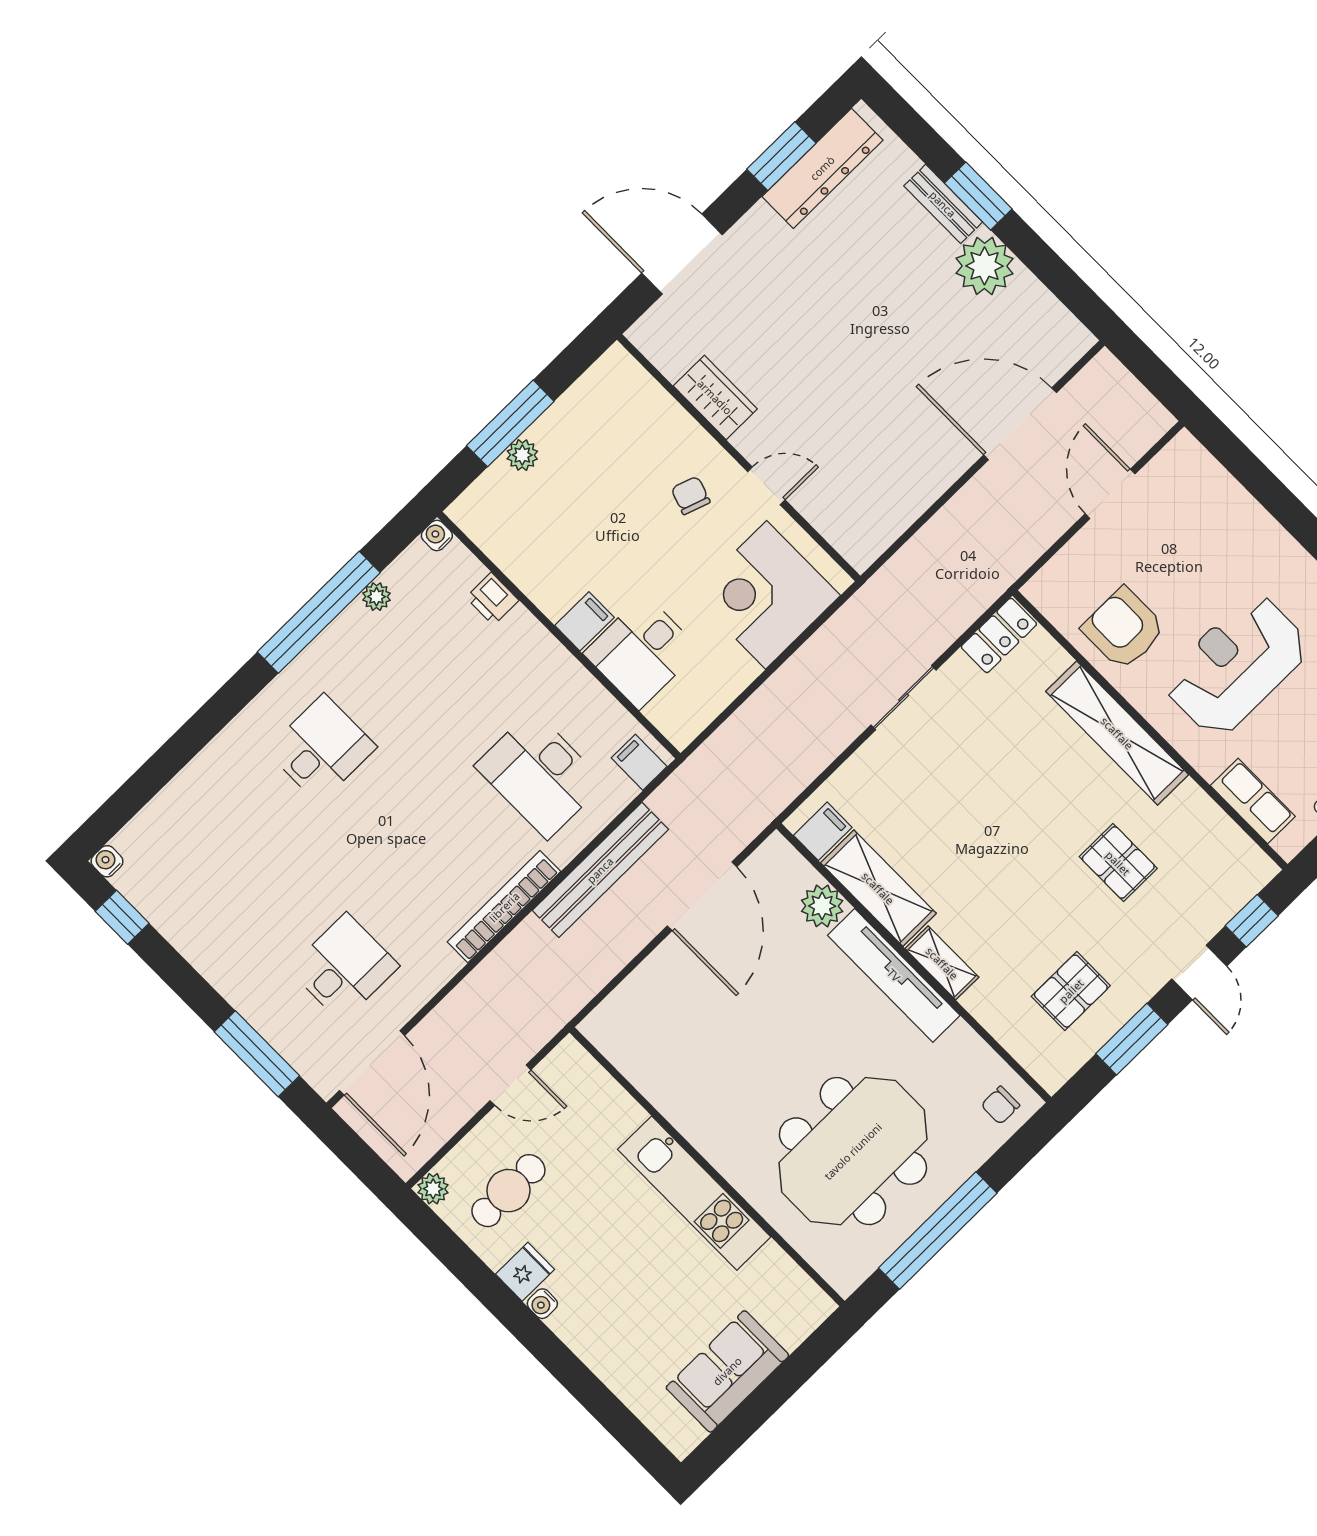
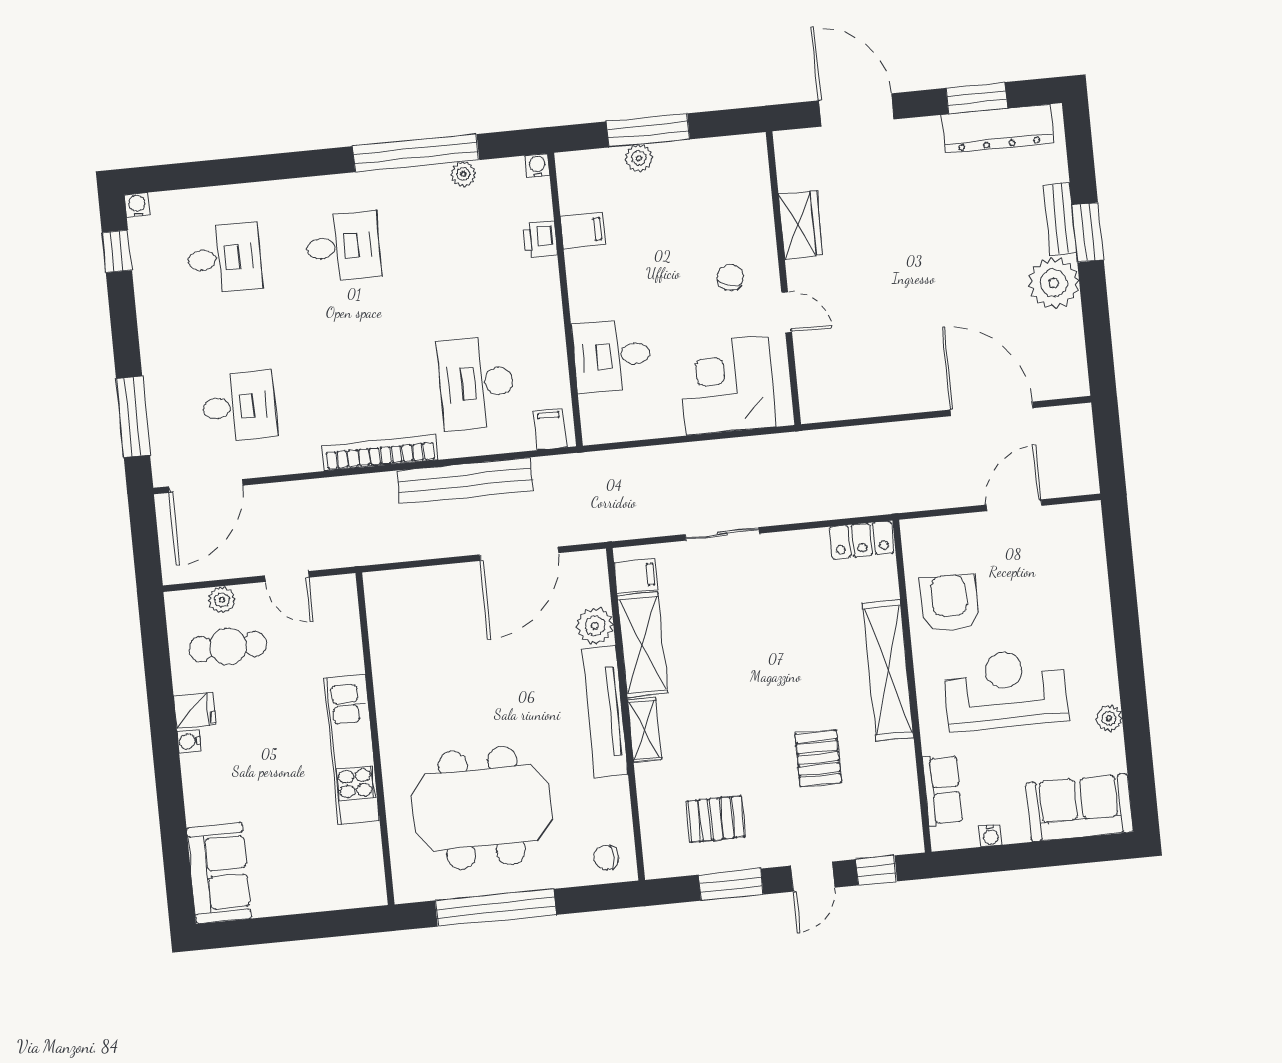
filing cabinet: (584, 621) -> (583, 231), moved
sliding door: (904, 698) -> (722, 534), moved
desk: (223, 845) -> (224, 258), added
plant: (433, 1189) -> (222, 600), moved
sofa: (727, 1371) -> (219, 873), moved, turned 90

